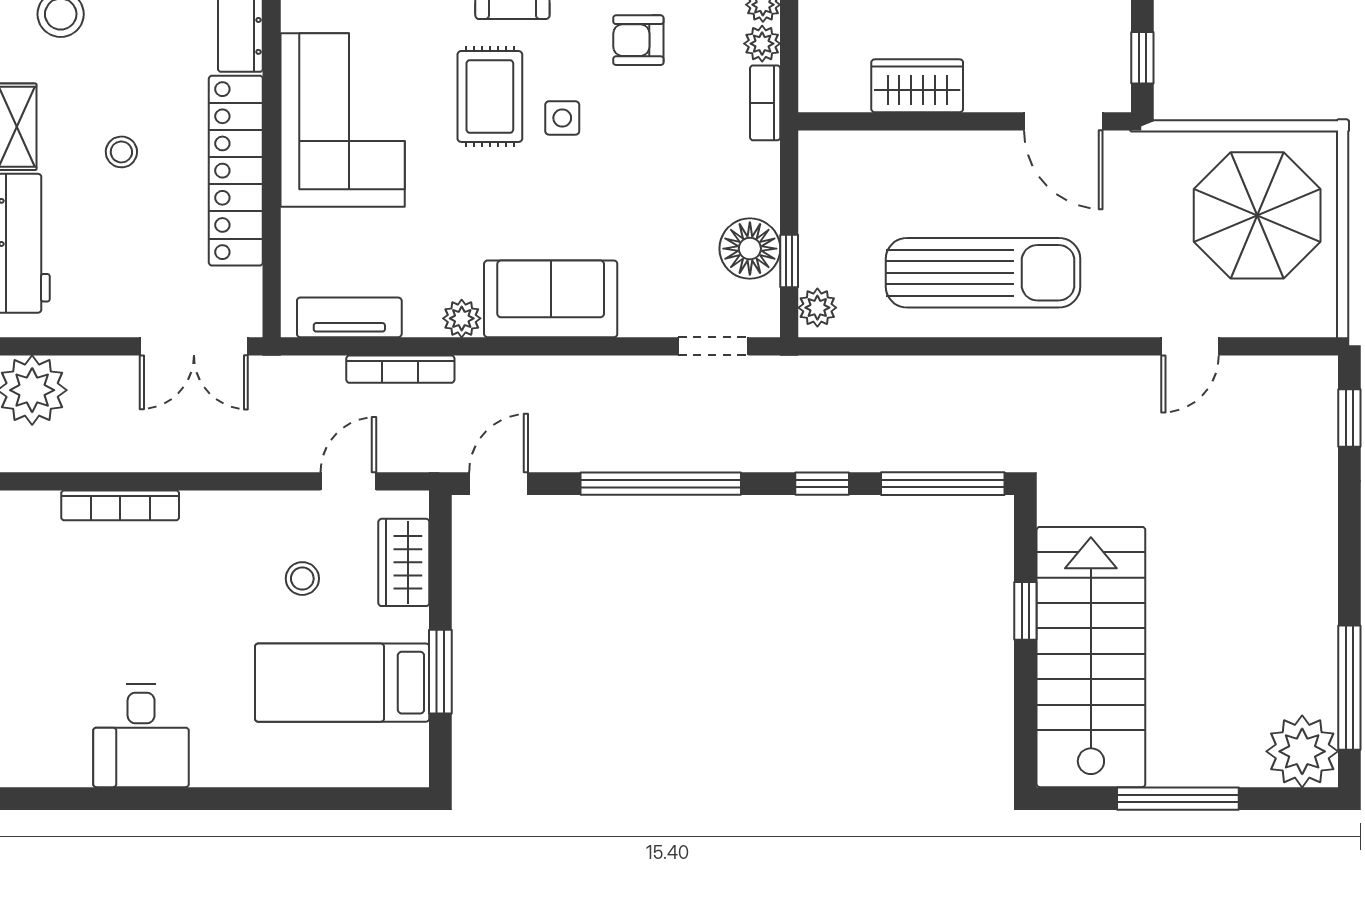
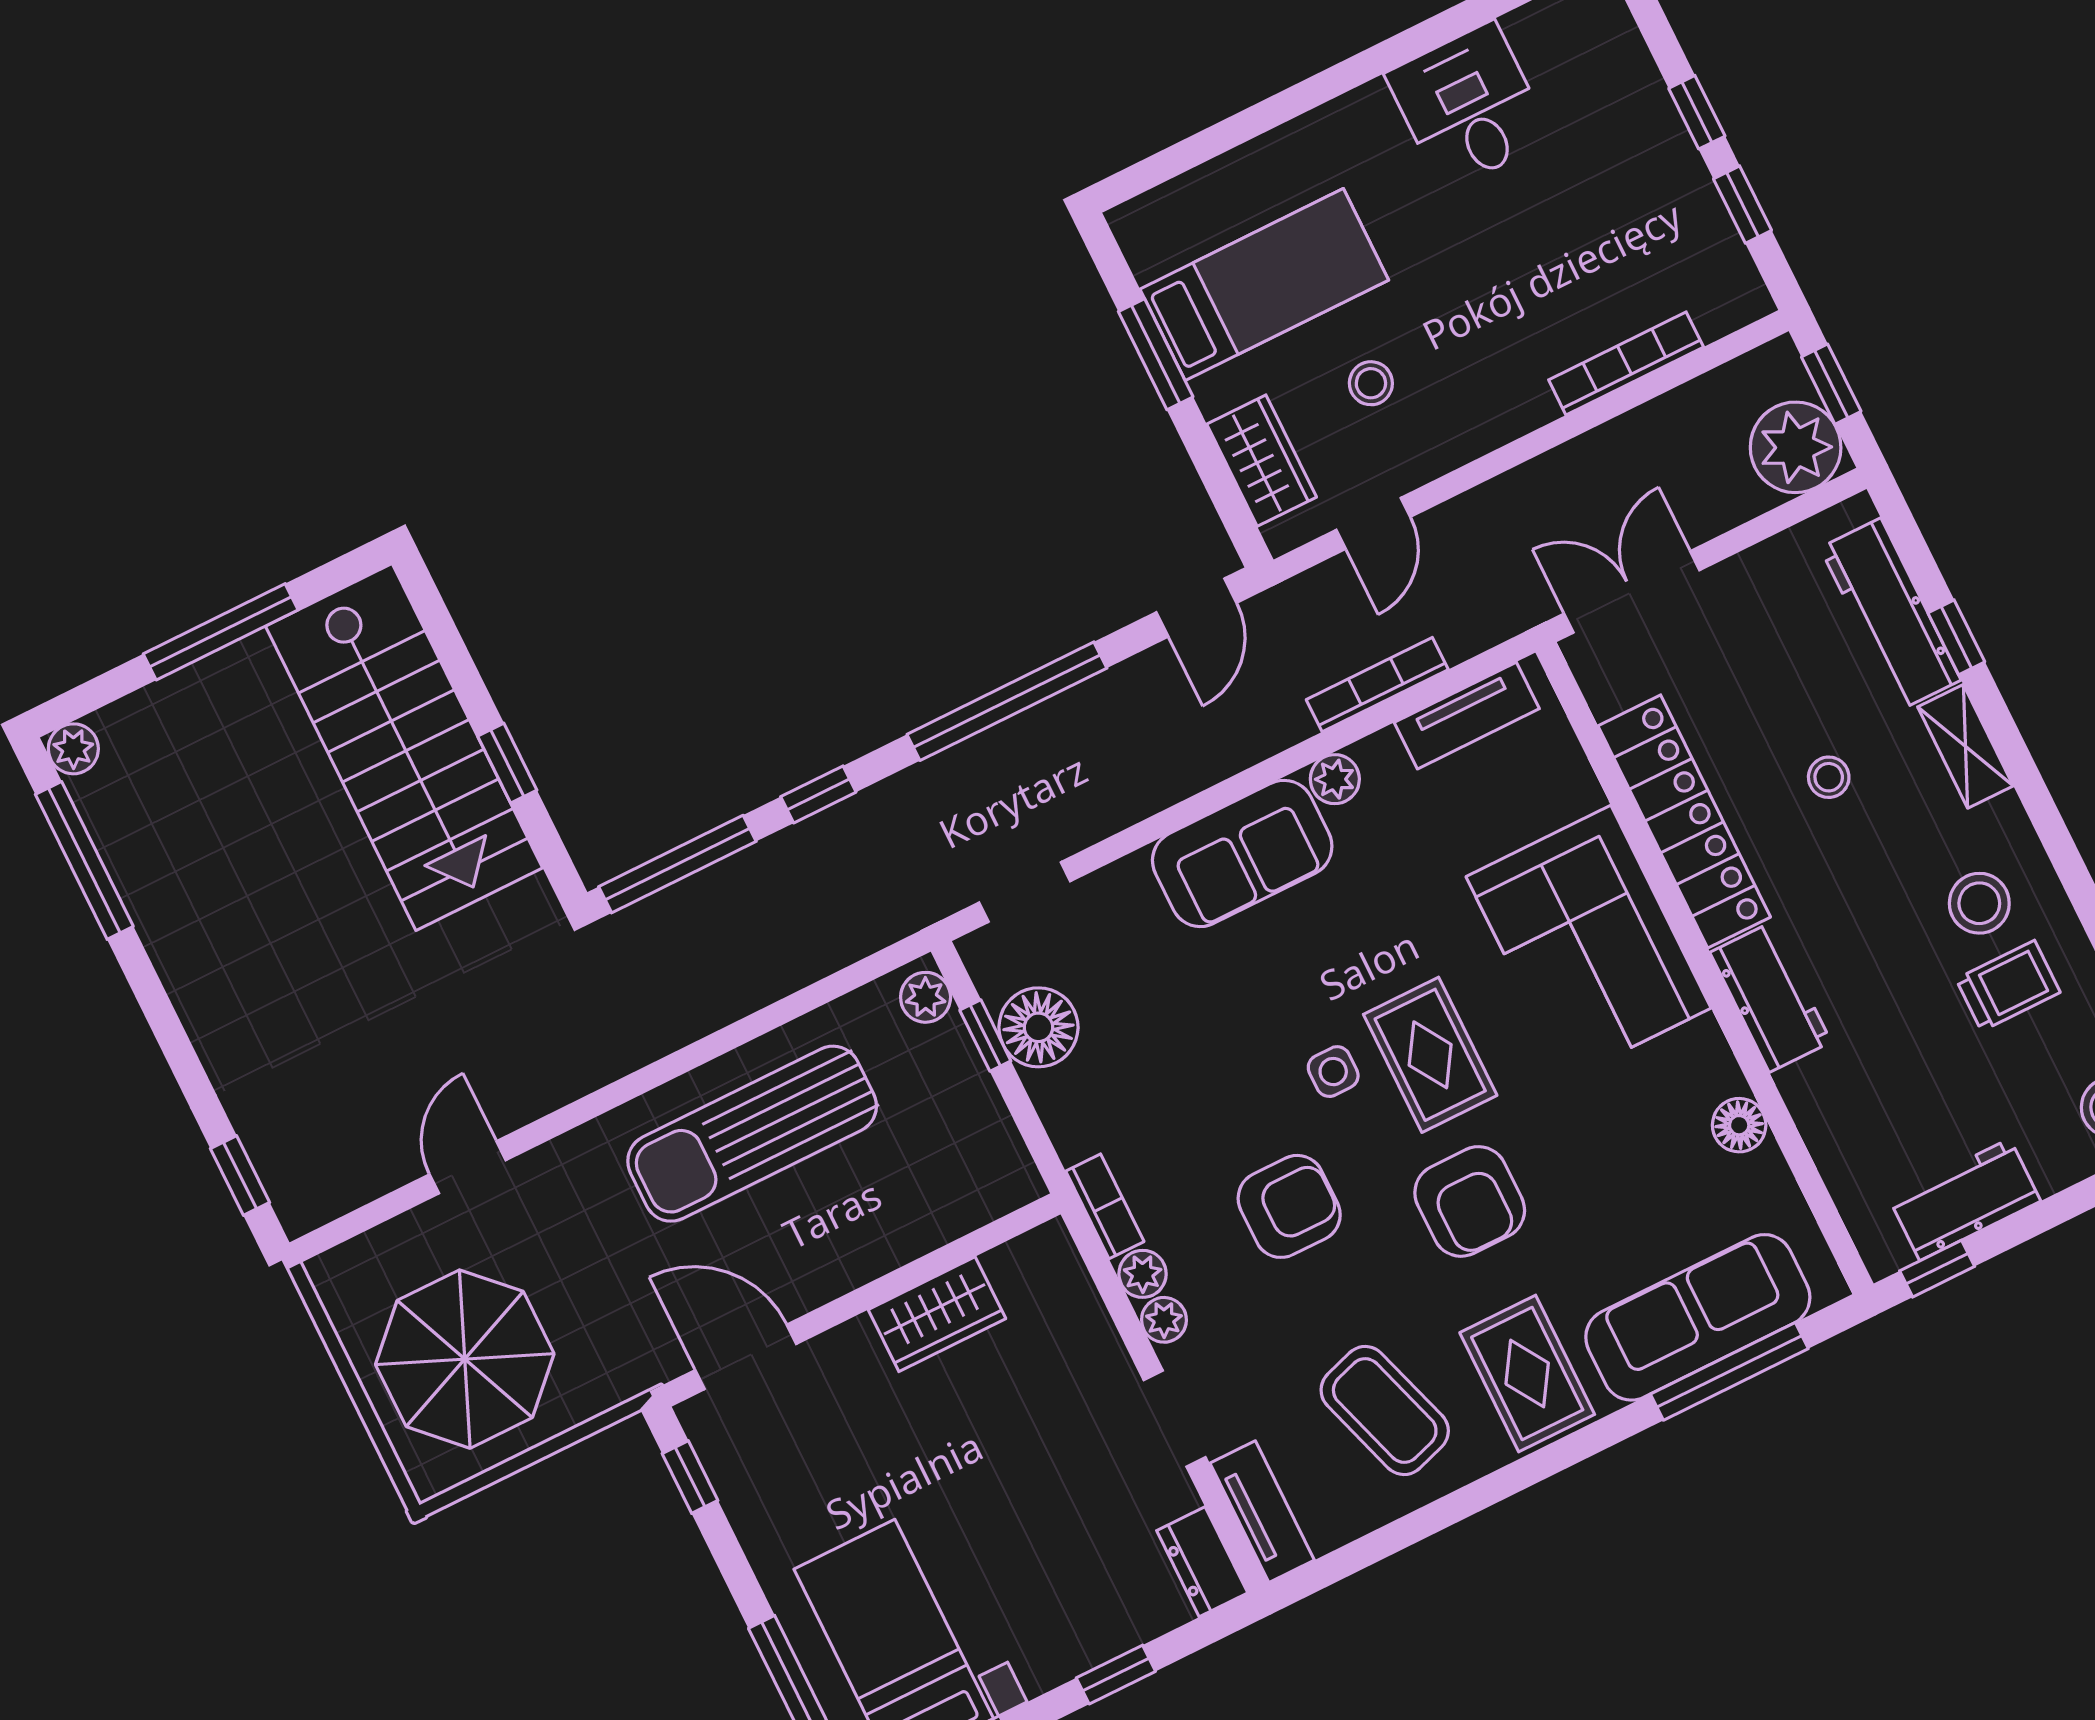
armchair: (638, 40) -> (1289, 1206), width x1.38, depth x1.38
plant: (1302, 751) -> (73, 749), width x0.53, depth x0.53

